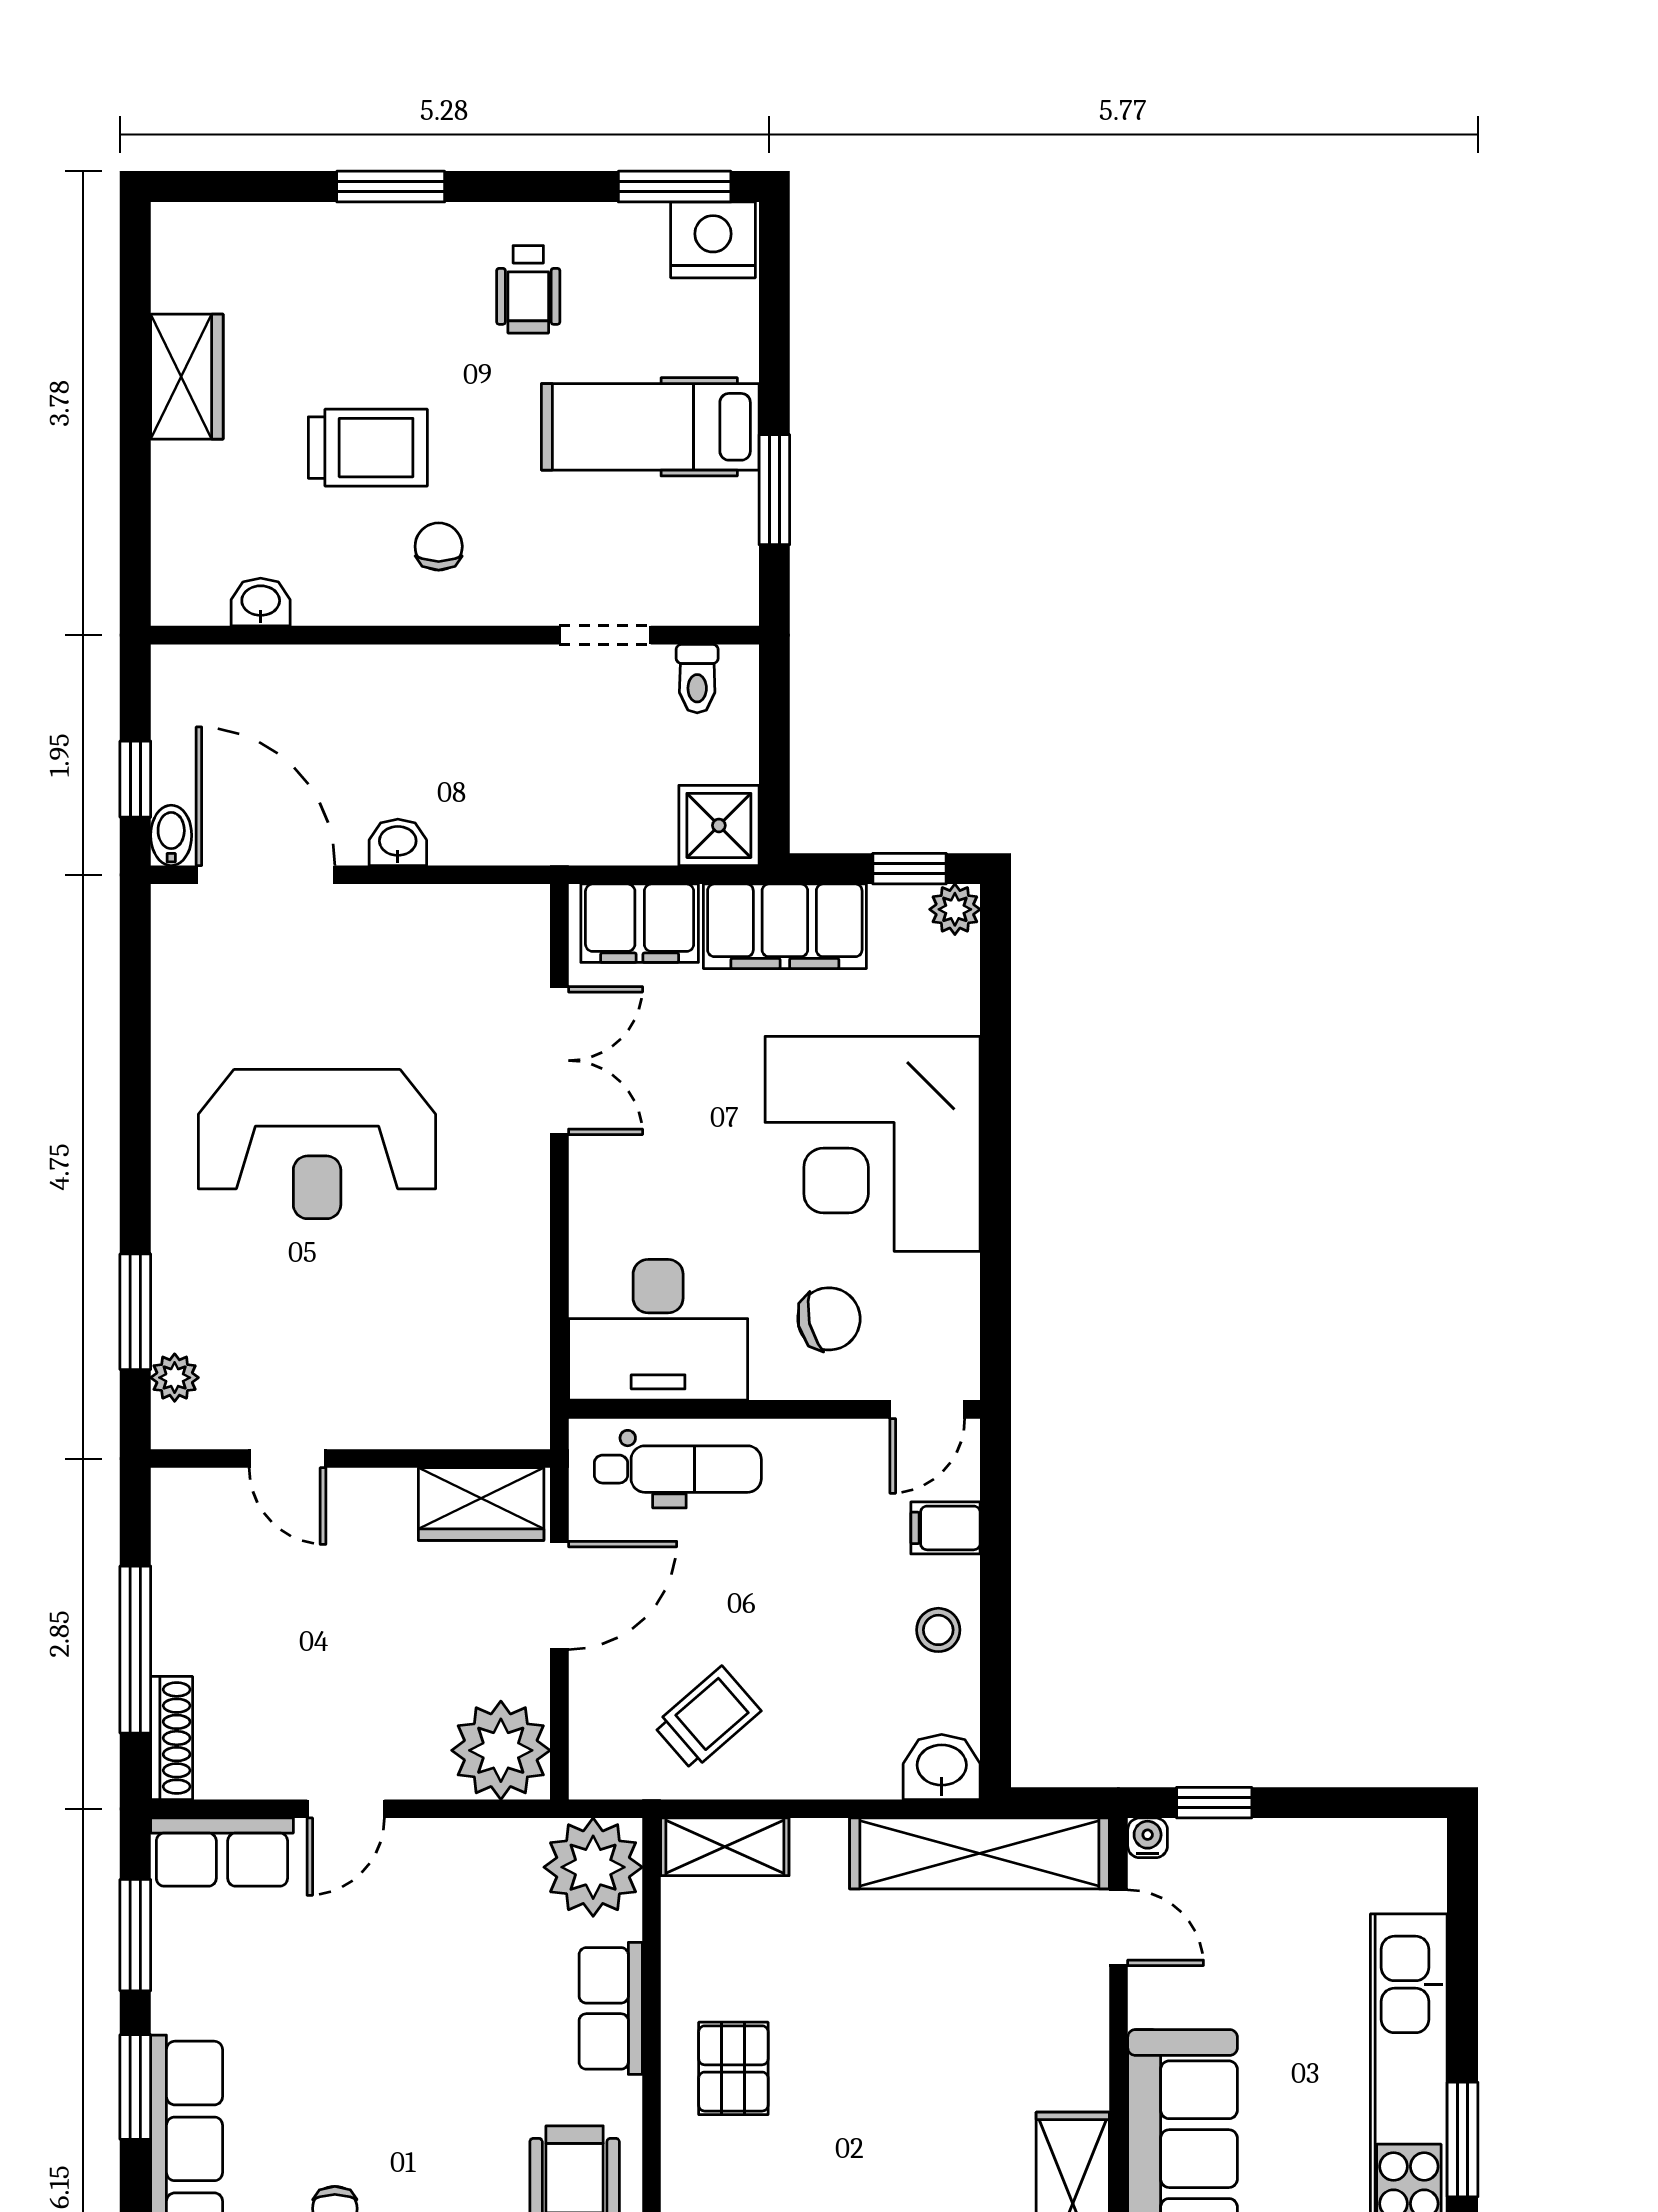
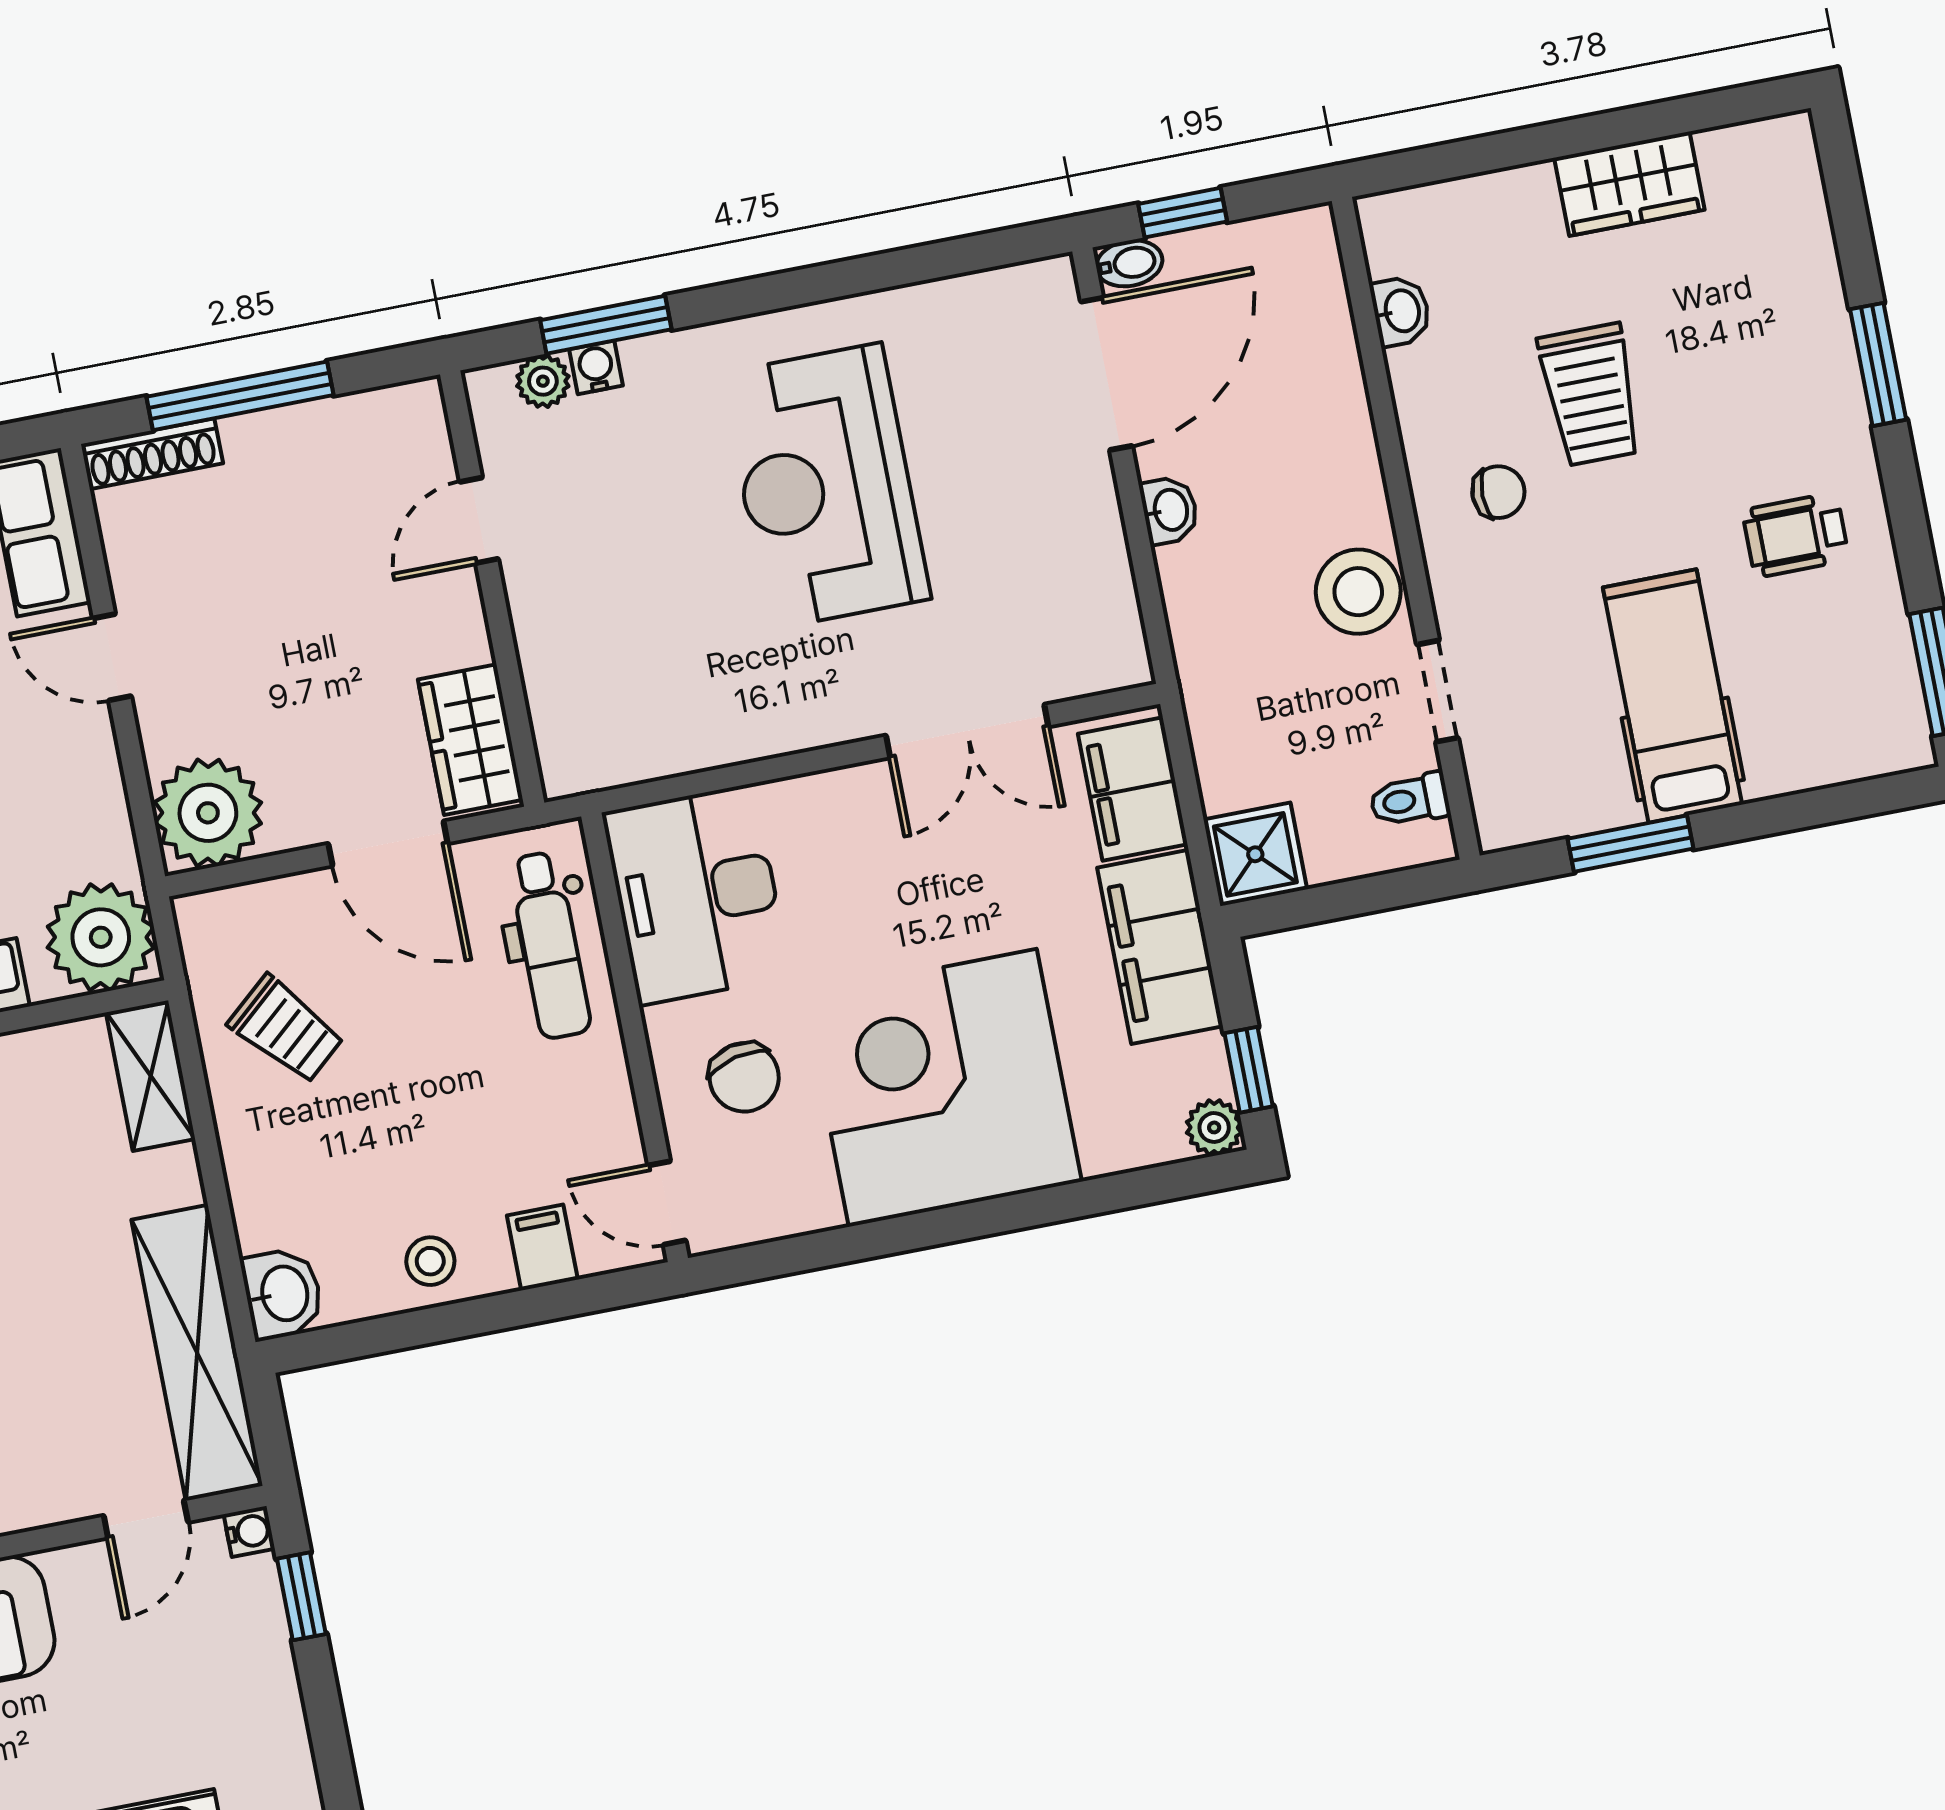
nightstand: (713, 240) -> (1888, 725), removed
stool: (503, 688) -> (1358, 592), added
water cooler: (172, 1328) -> (596, 367), added

